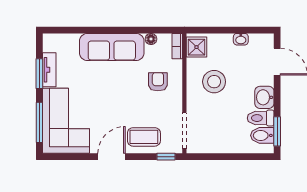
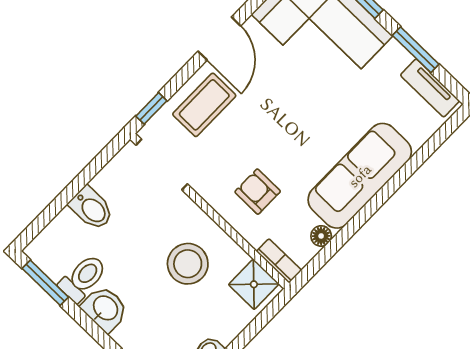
tv unit: (49, 70) -> (430, 88), moved
armchair: (158, 82) -> (258, 192), turned 180
bidet: (262, 135) -> (91, 208), moved, turned 90

